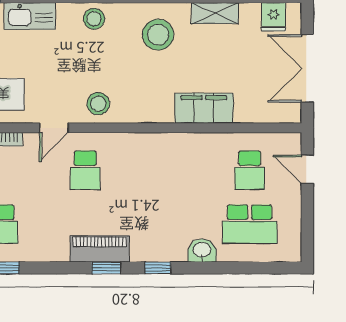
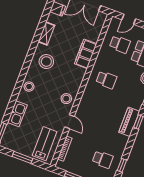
school desk: (85, 170) -> (106, 80), moved

